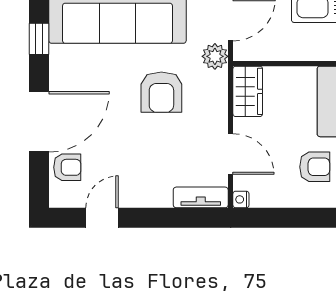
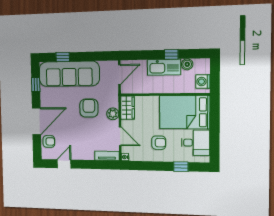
plant: (215, 56) -> (113, 114), moved
armchair: (161, 92) -> (89, 108), turned 180

